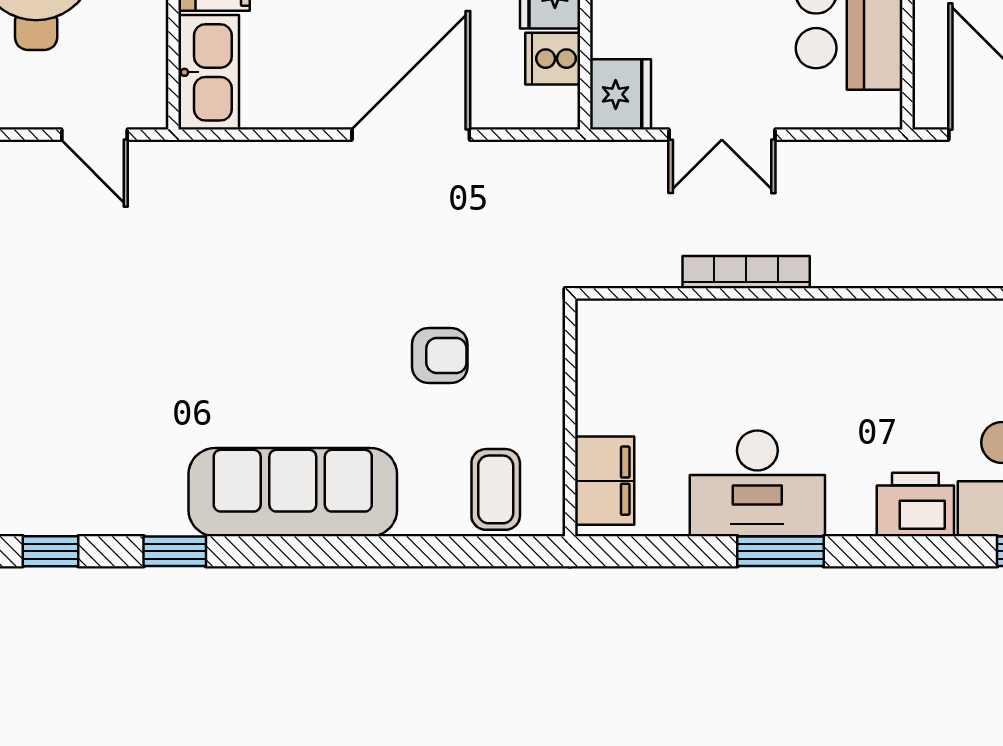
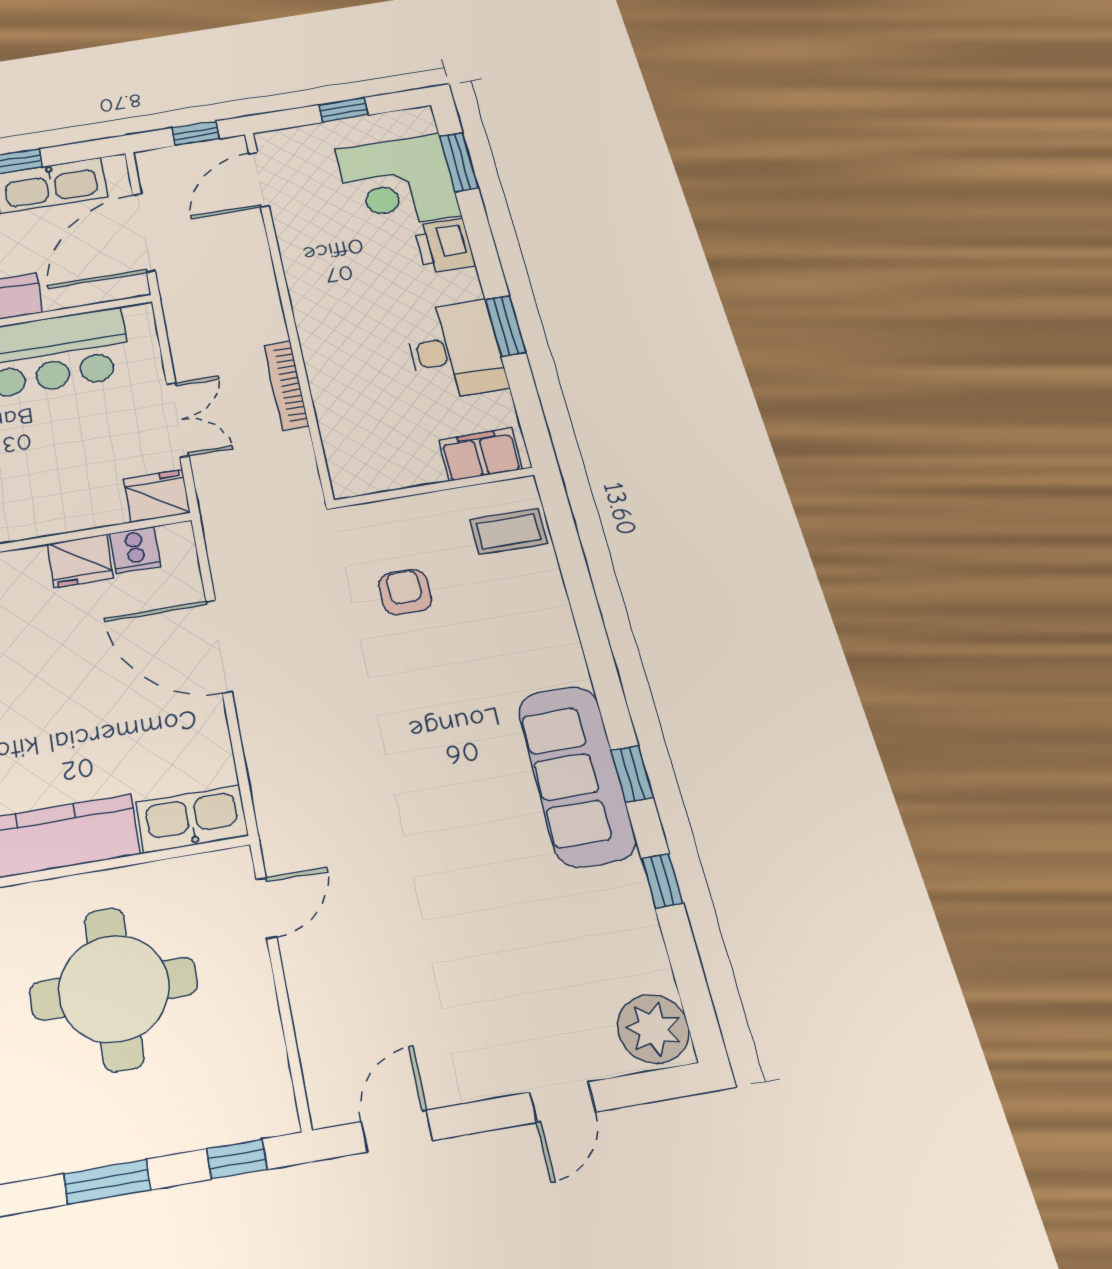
sofa: (293, 492) -> (577, 775), moved

